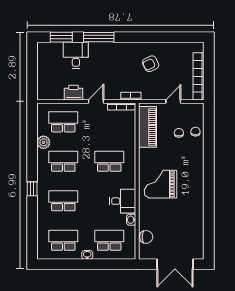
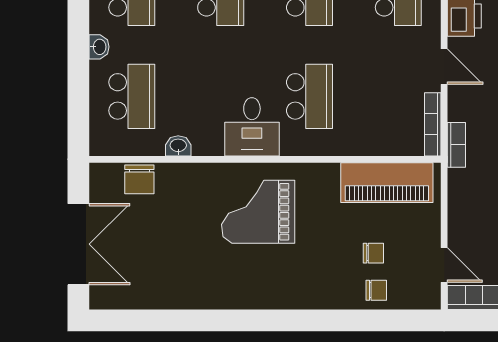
door: (173, 101) -> (444, 265), moved
grand piano: (161, 184) -> (258, 212), turned -90
desk: (123, 201) -> (252, 127), moved
double door: (175, 264) -> (78, 244), swing flipped

